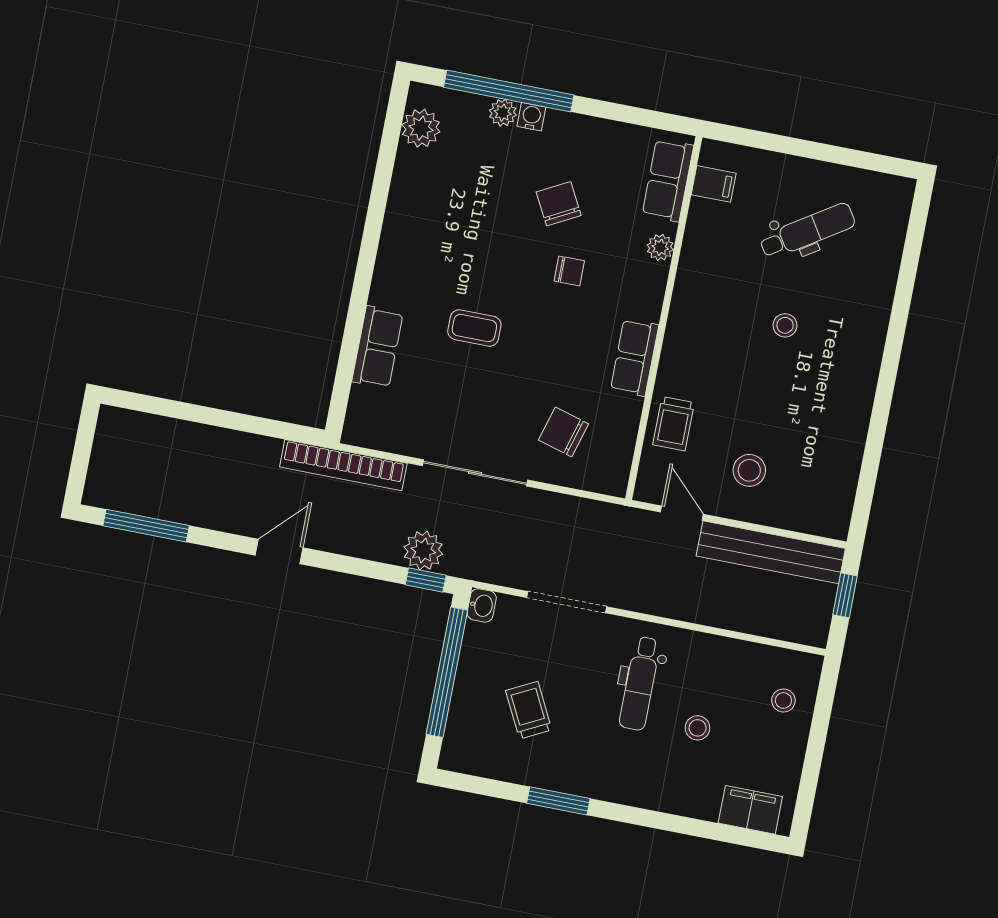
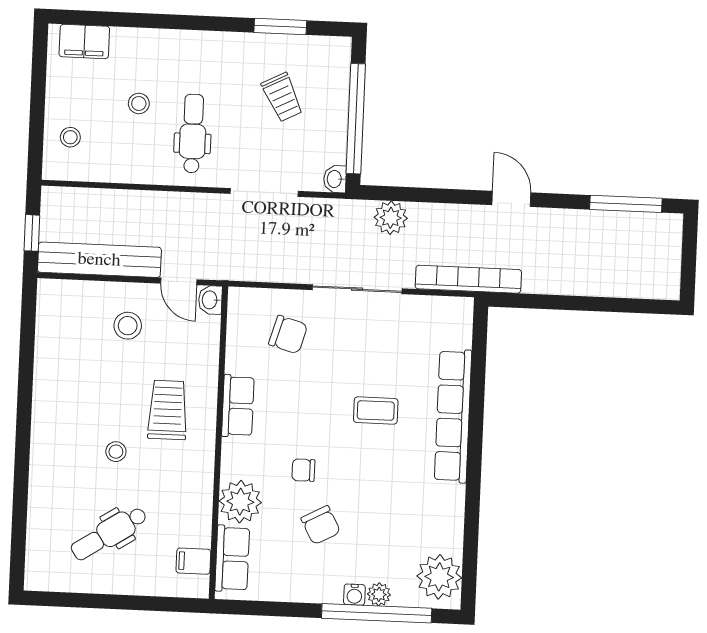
plant: (421, 128) -> (439, 577), width x1.36, depth x1.36
plant: (660, 247) -> (240, 502), width x1.88, depth x1.88
row of seats: (378, 347) -> (453, 416), width x2.02
trolley: (674, 424) -> (168, 410), moved, width x1.36, depth x1.39
washbasin: (648, 486) -> (210, 300), added
door: (279, 552) -> (511, 199), swing flipped
window: (426, 580) -> (385, 193), removed
window: (558, 801) -> (280, 26), moved

